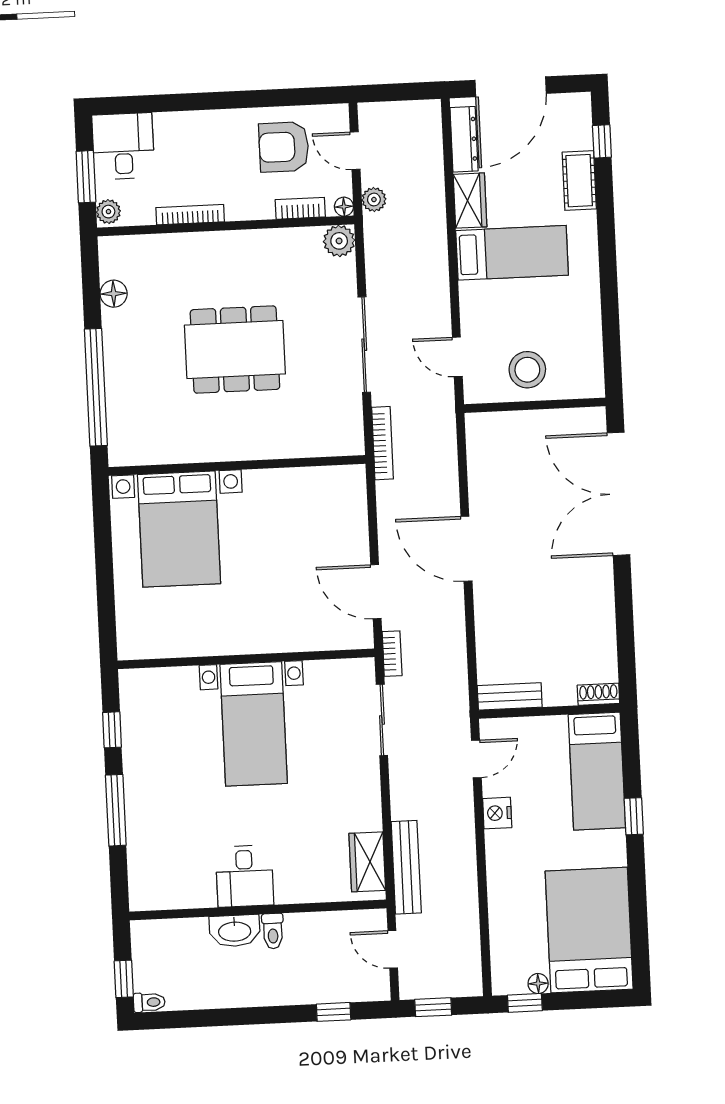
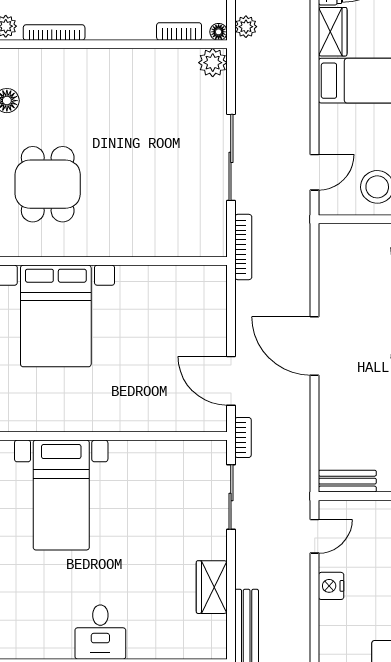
bookcase: (190, 215) -> (54, 33), moved
dining table: (235, 349) -> (48, 184), moved, width x0.73
door: (457, 357) -> (315, 172), swing flipped
bed with nightstands: (254, 724) -> (61, 495), moved
wardrobe: (367, 862) -> (212, 587), moved

